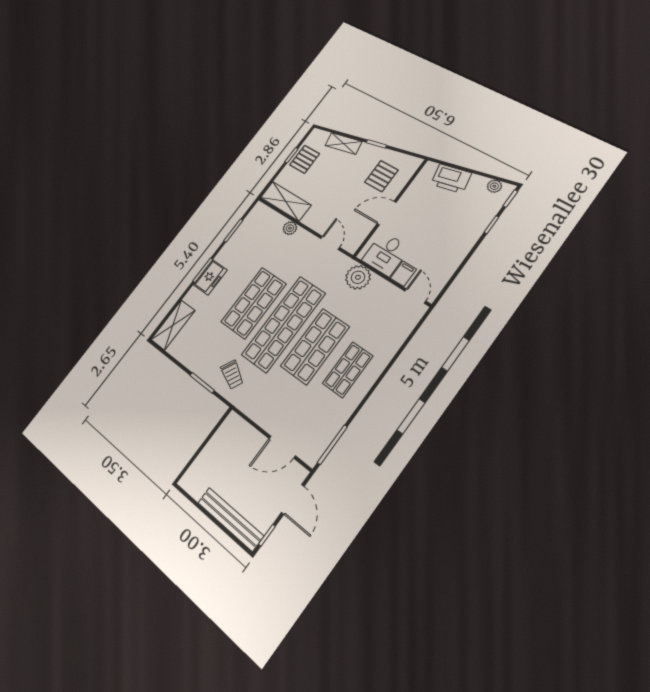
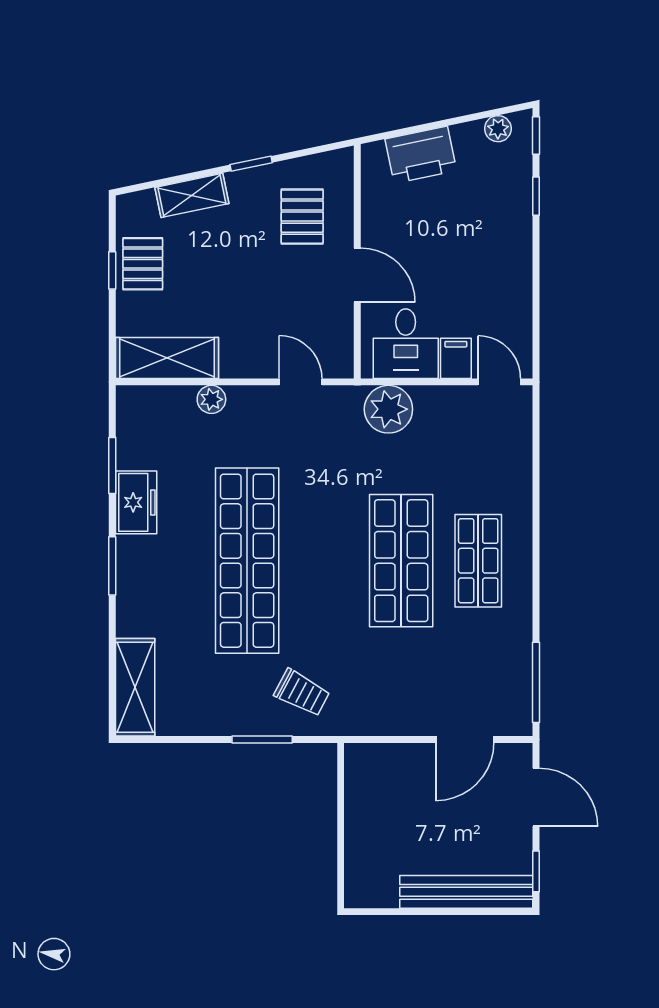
door: (387, 213) -> (357, 275), swing flipped
freezer: (210, 277) -> (136, 502), moved
shop shelf: (254, 303) -> (247, 561), width x1.40
shop shelf: (283, 324) -> (324, 561), removed

